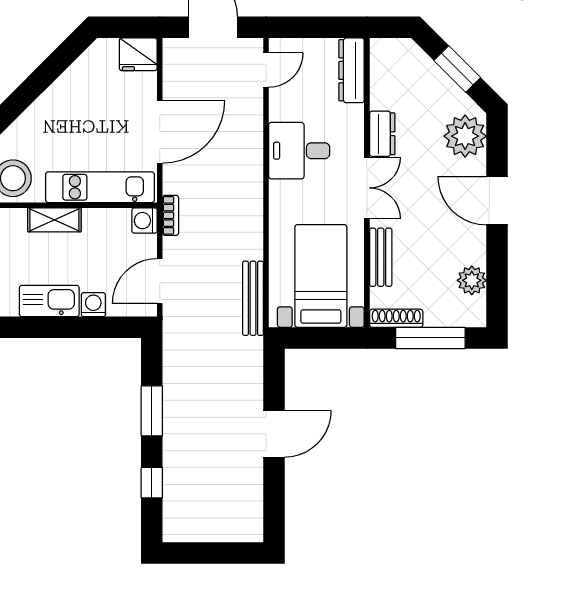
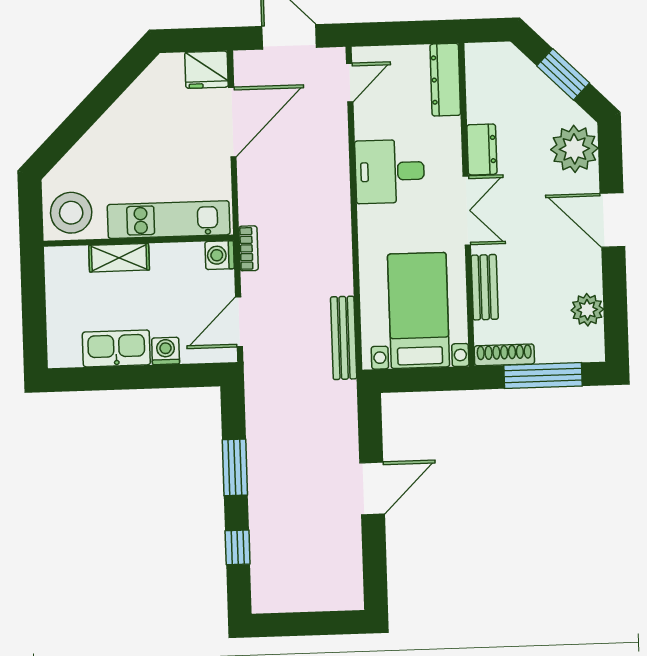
door: (160, 132) -> (232, 122), moved

